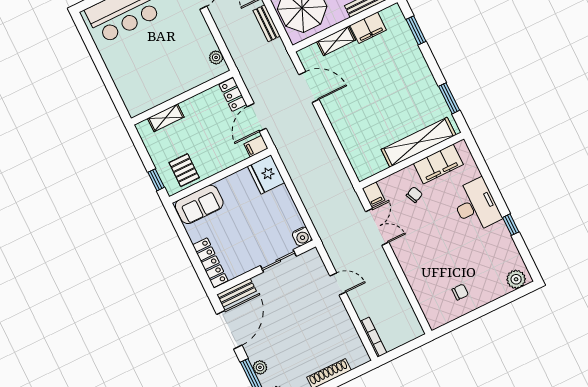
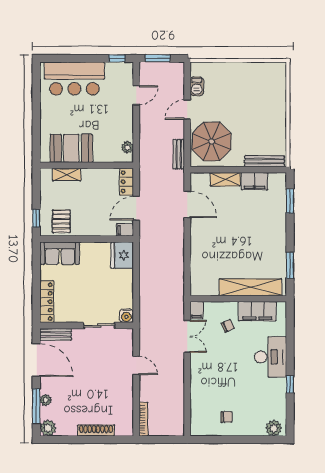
bench: (267, 23) -> (179, 154), moved
booth: (157, 88) -> (71, 148), added
door: (229, 330) -> (36, 360), hinge flipped

